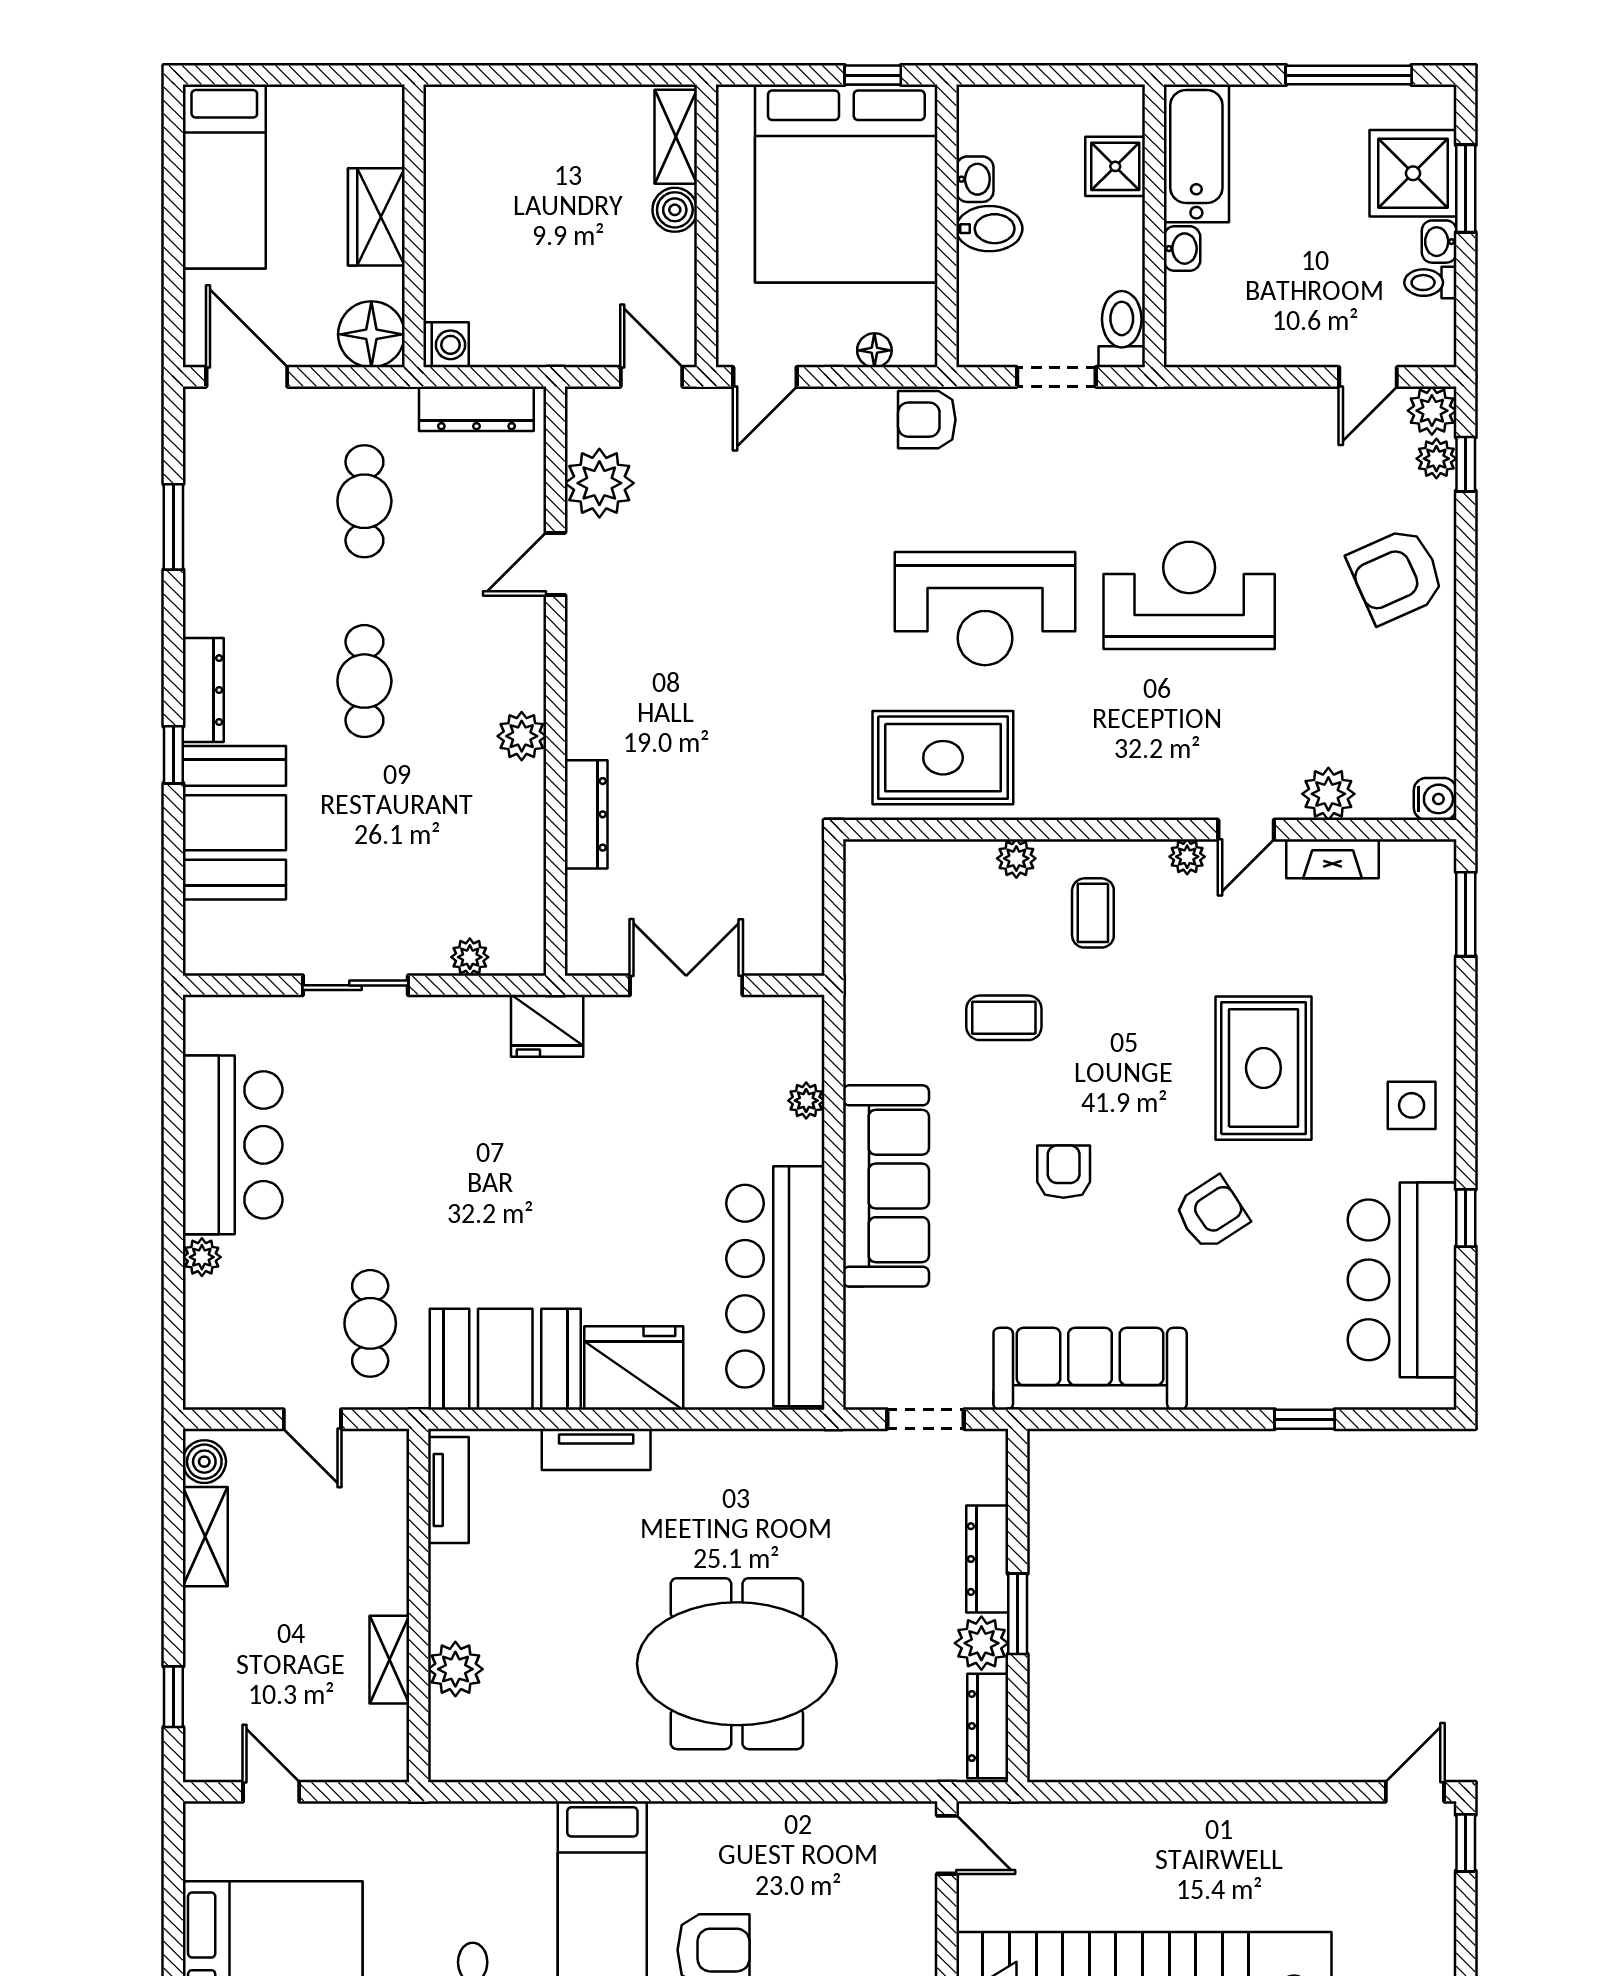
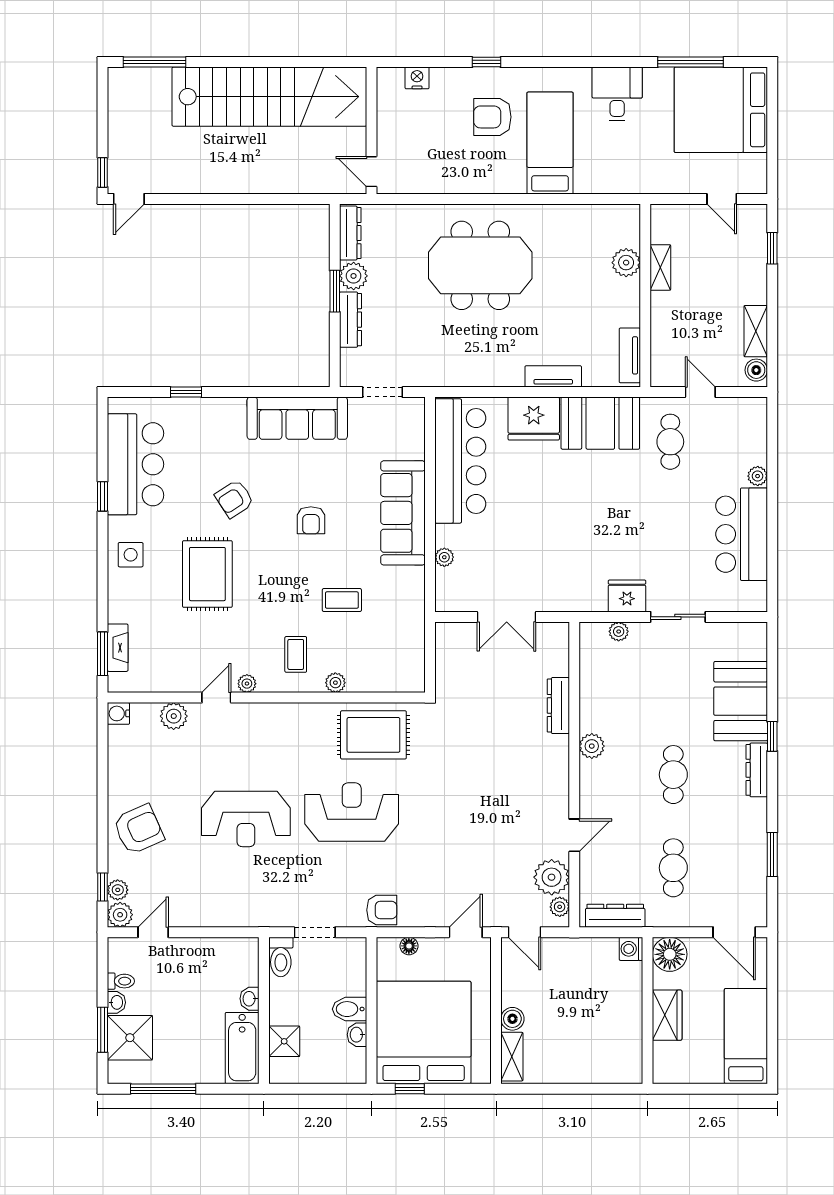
plant: (584, 426) -> (560, 907), added
fireplace: (1333, 859) -> (118, 648), moved, turned 90
fridge: (547, 1026) -> (627, 596), moved

